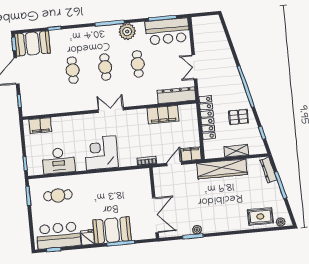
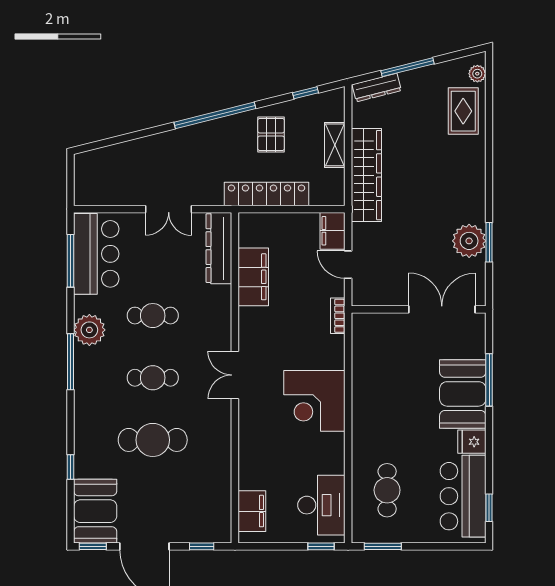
cafe table: (73, 70) -> (153, 440), width x1.37, depth x1.35
desk: (58, 161) -> (321, 505), moved
plant: (197, 230) -> (469, 241), width x1.88, depth x1.88

